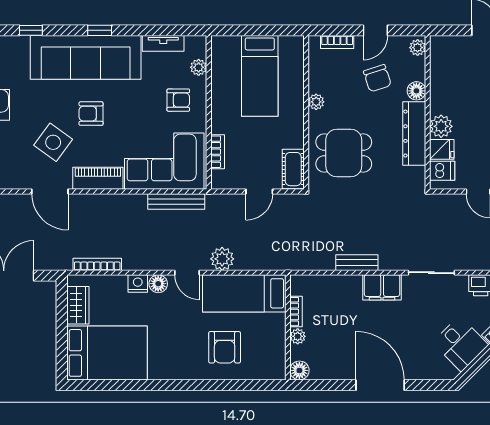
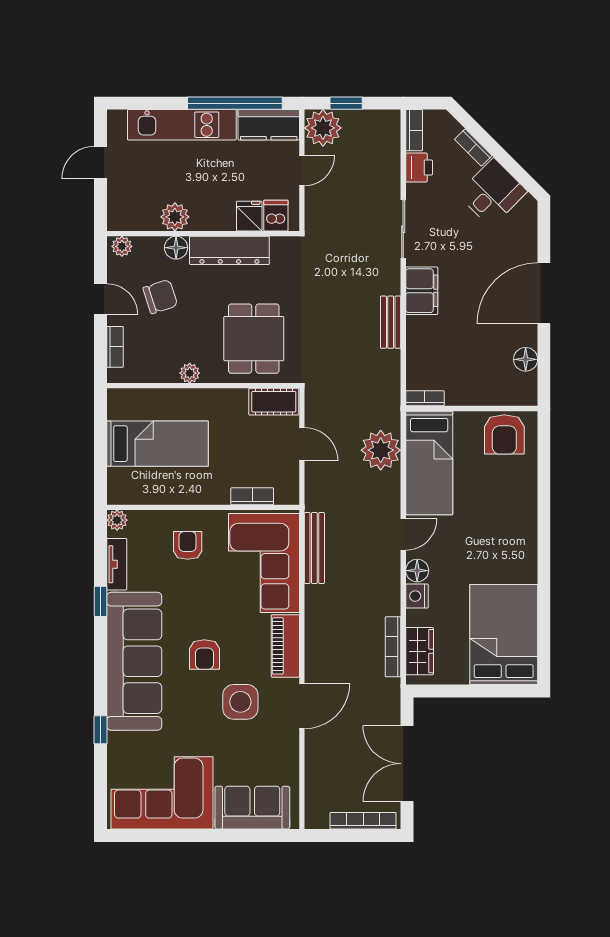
window: (100, 30) -> (100, 601), moved
plant: (199, 67) -> (117, 520), moved
plant: (441, 126) -> (175, 217), moved
side table: (53, 142) -> (240, 702), turned -36
plant: (222, 259) -> (381, 450), moved, width x1.36, depth x1.36
wardrobe: (78, 305) -> (420, 651), moved, turned 90
bookcase: (296, 312) -> (425, 398), moved
plant: (298, 336) -> (483, 396), removed
armchair: (225, 347) -> (504, 434), moved, turned 90
floor lamp: (299, 370) -> (526, 359), moved

